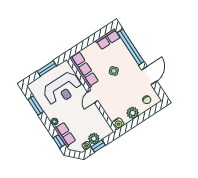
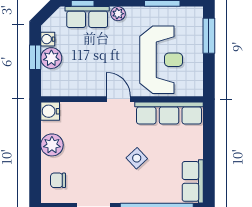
window: (47, 68) -> (209, 36), moved
reception desk: (62, 89) -> (161, 60), turned 180

